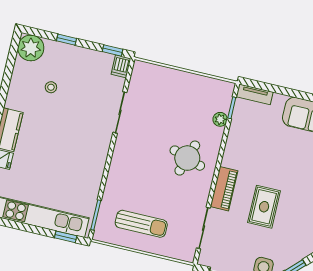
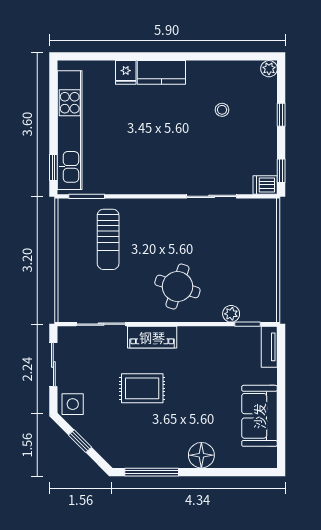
plant: (31, 48) -> (269, 69), width x0.53, depth x0.53
sun lounger: (141, 224) -> (108, 239), moved

